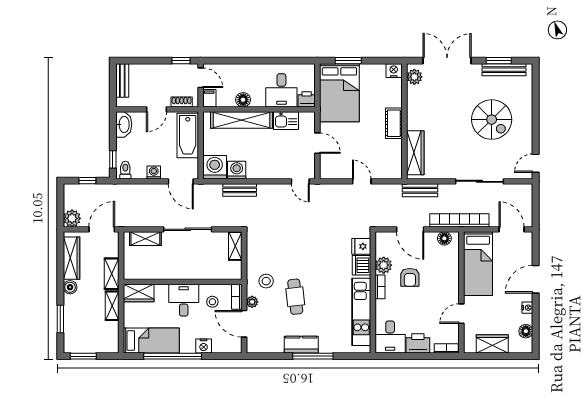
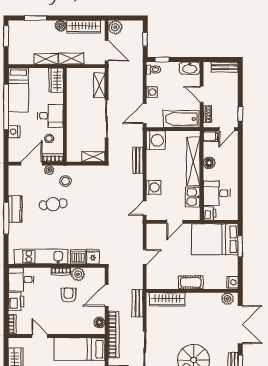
washing machine: (237, 170) -> (153, 187), moved
armchair: (410, 277) -> (68, 295), turned 90

